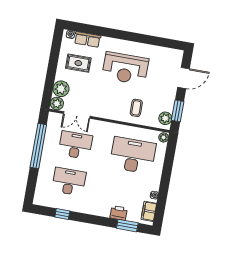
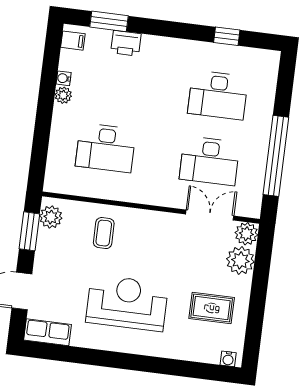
row of seats: (87, 39) -> (48, 332), moved
plant: (164, 137) -> (63, 95), moved
desk: (133, 155) -> (106, 148), width x0.73, depth x0.77
filing cabinet: (149, 211) -> (73, 41), width x0.50

